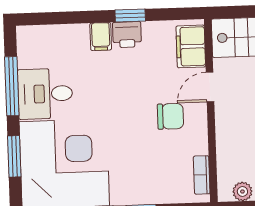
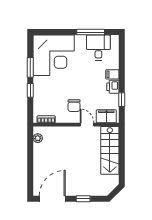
window: (130, 16) -> (122, 100), moved
desk: (45, 94) -> (98, 48), moved
window: (14, 156) -> (58, 32), removed

